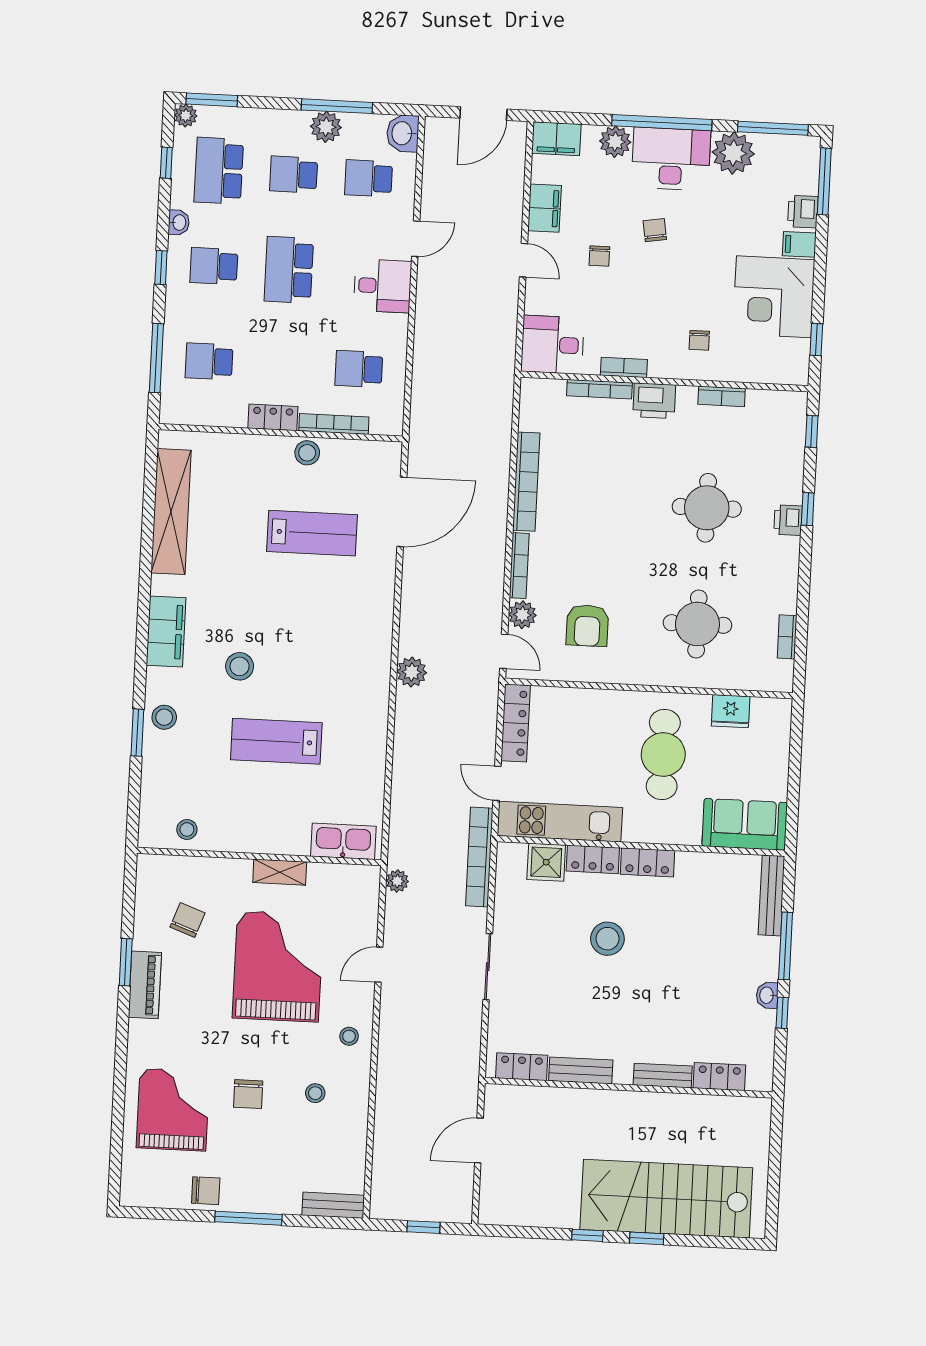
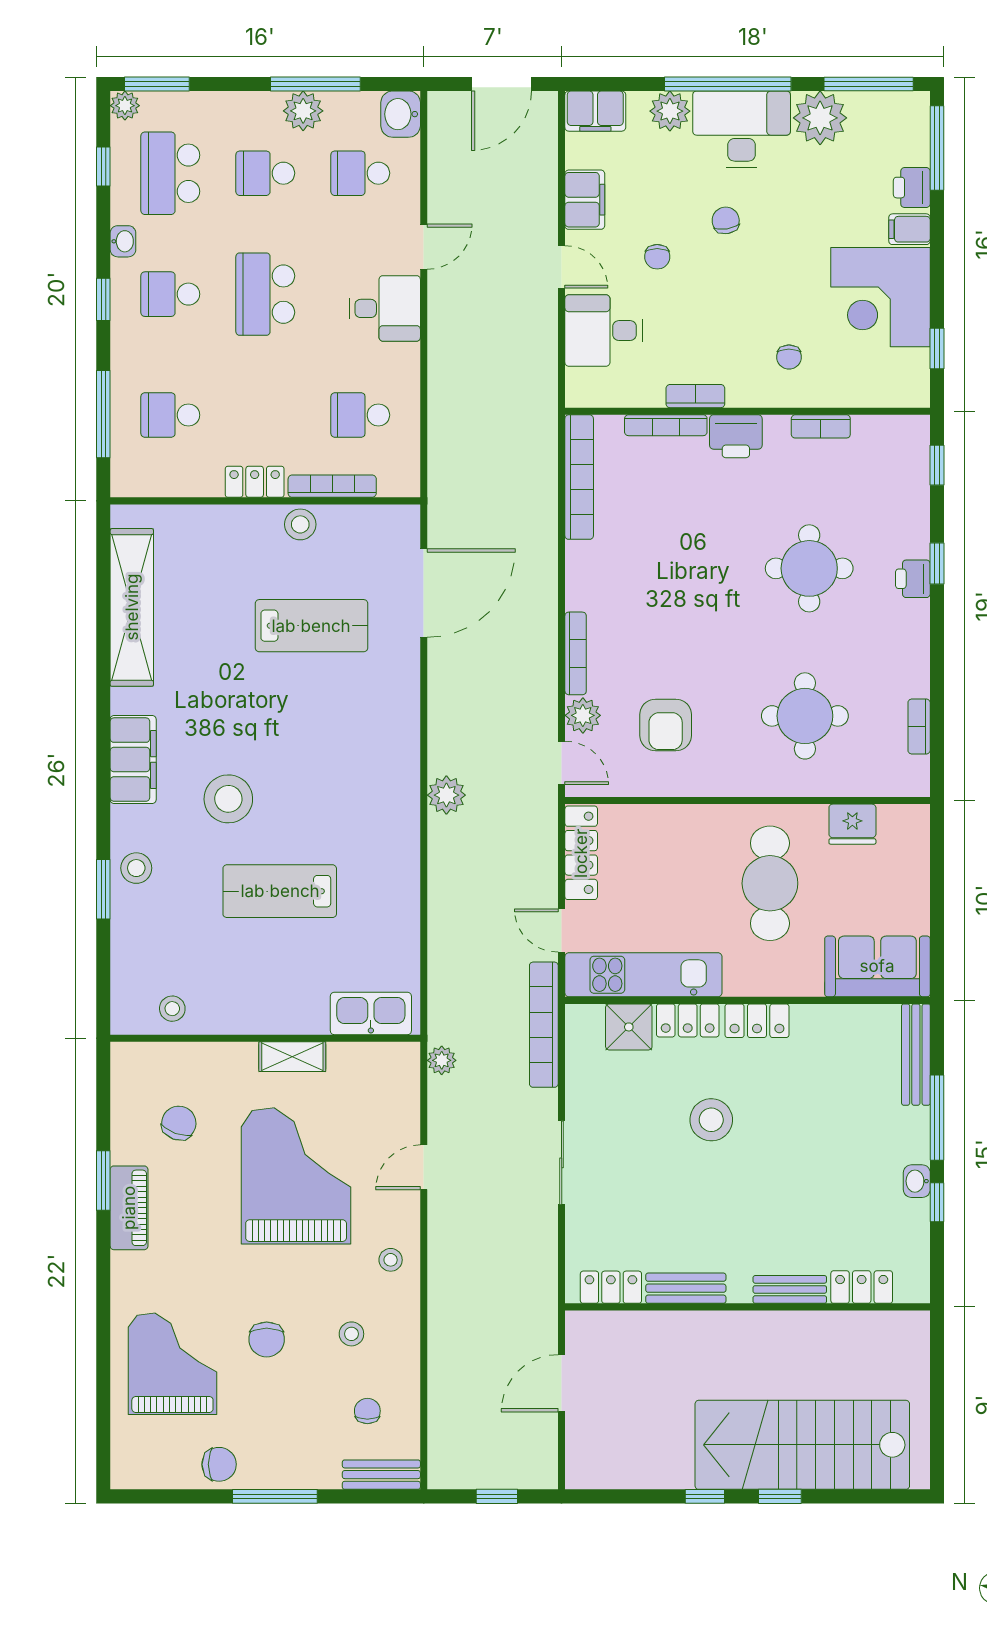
desk: (552, 345) -> (604, 331), moved
bookcase: (526, 482) -> (579, 477), moved
stool: (240, 666) -> (228, 799), width x1.38, depth x1.38
chair: (325, 1155) -> (367, 1411), added

